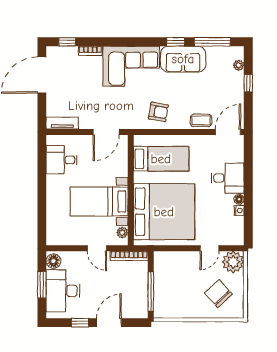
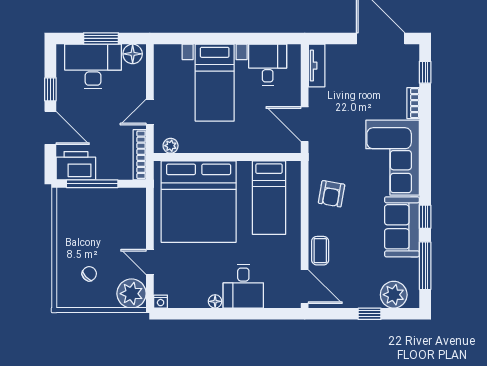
plant: (239, 65) -> (394, 295), width x1.88, depth x1.88
bed with nightstands: (99, 201) -> (215, 83), moved, turned 180
nightstand: (239, 211) -> (161, 302), moved
chair: (218, 294) -> (89, 274), width x0.54, depth x0.54
printer: (137, 304) -> (76, 166), added

